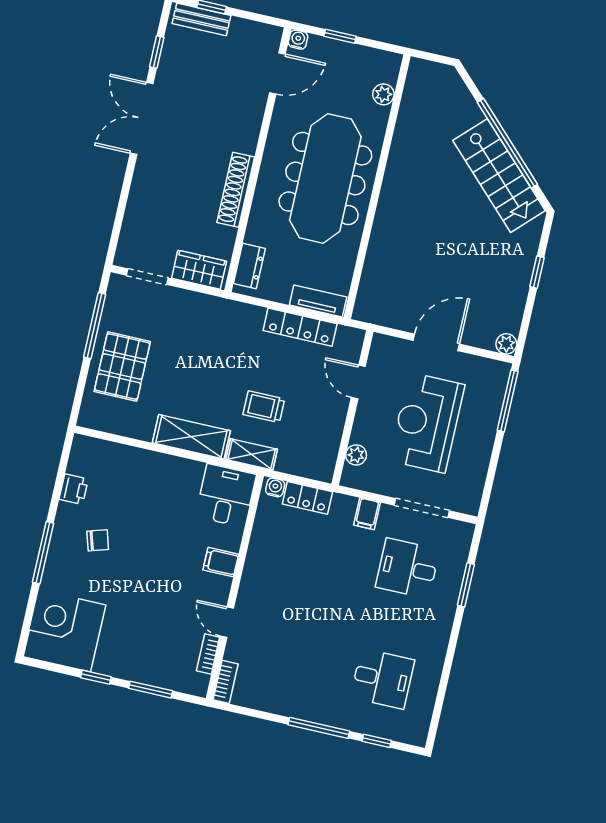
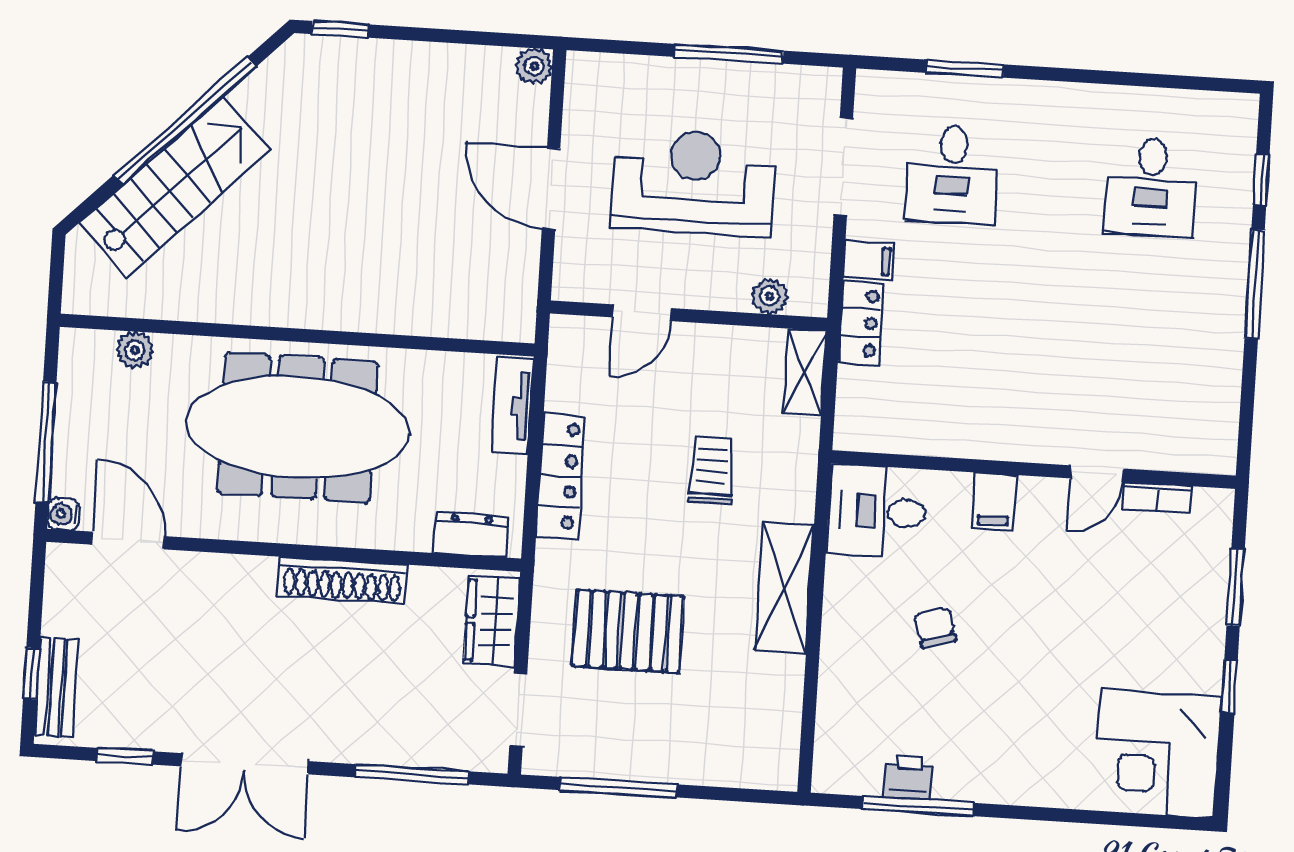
window: (340, 36) -> (46, 442), width x2.17
stairs: (499, 176) -> (175, 187), moved
window: (121, 211) -> (412, 774), added
window: (537, 272) -> (340, 29), moved
locker: (300, 327) -> (560, 476), moved
pallet: (122, 367) -> (628, 631), moved
window: (508, 401) -> (729, 54), moved
trolley: (264, 407) -> (712, 470), turned 180
reception desk: (427, 423) -> (694, 182), turned 180
shelving: (252, 454) -> (805, 372), moved
water cooler: (275, 487) -> (849, 428), removed
locker: (307, 498) -> (861, 323), moved
chair: (98, 540) -> (935, 628), moved
window: (43, 553) -> (918, 806), moved
desk: (383, 679) -> (1151, 187), turned 180
bookcase: (226, 682) -> (1201, 459), removed

